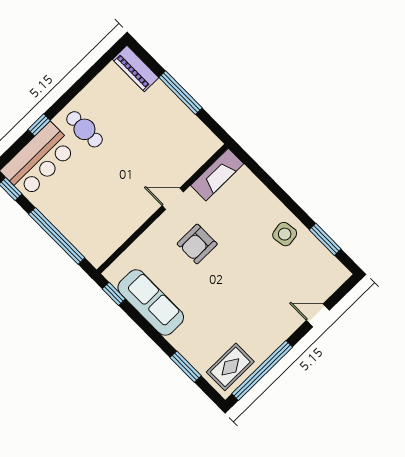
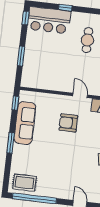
cafe table: (84, 129) -> (87, 40), moved
window: (57, 236) -> (21, 56), width x0.47
window: (186, 367) -> (11, 143), moved

